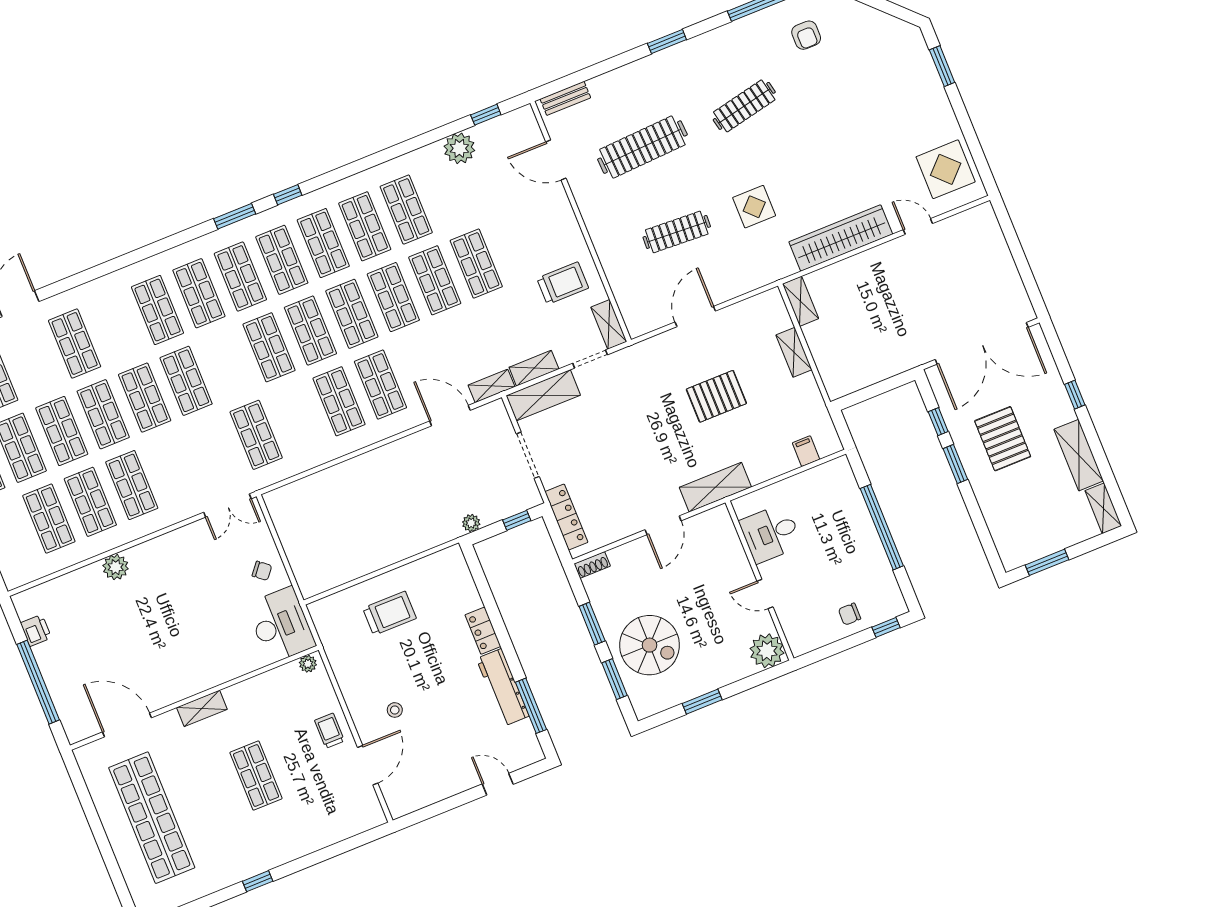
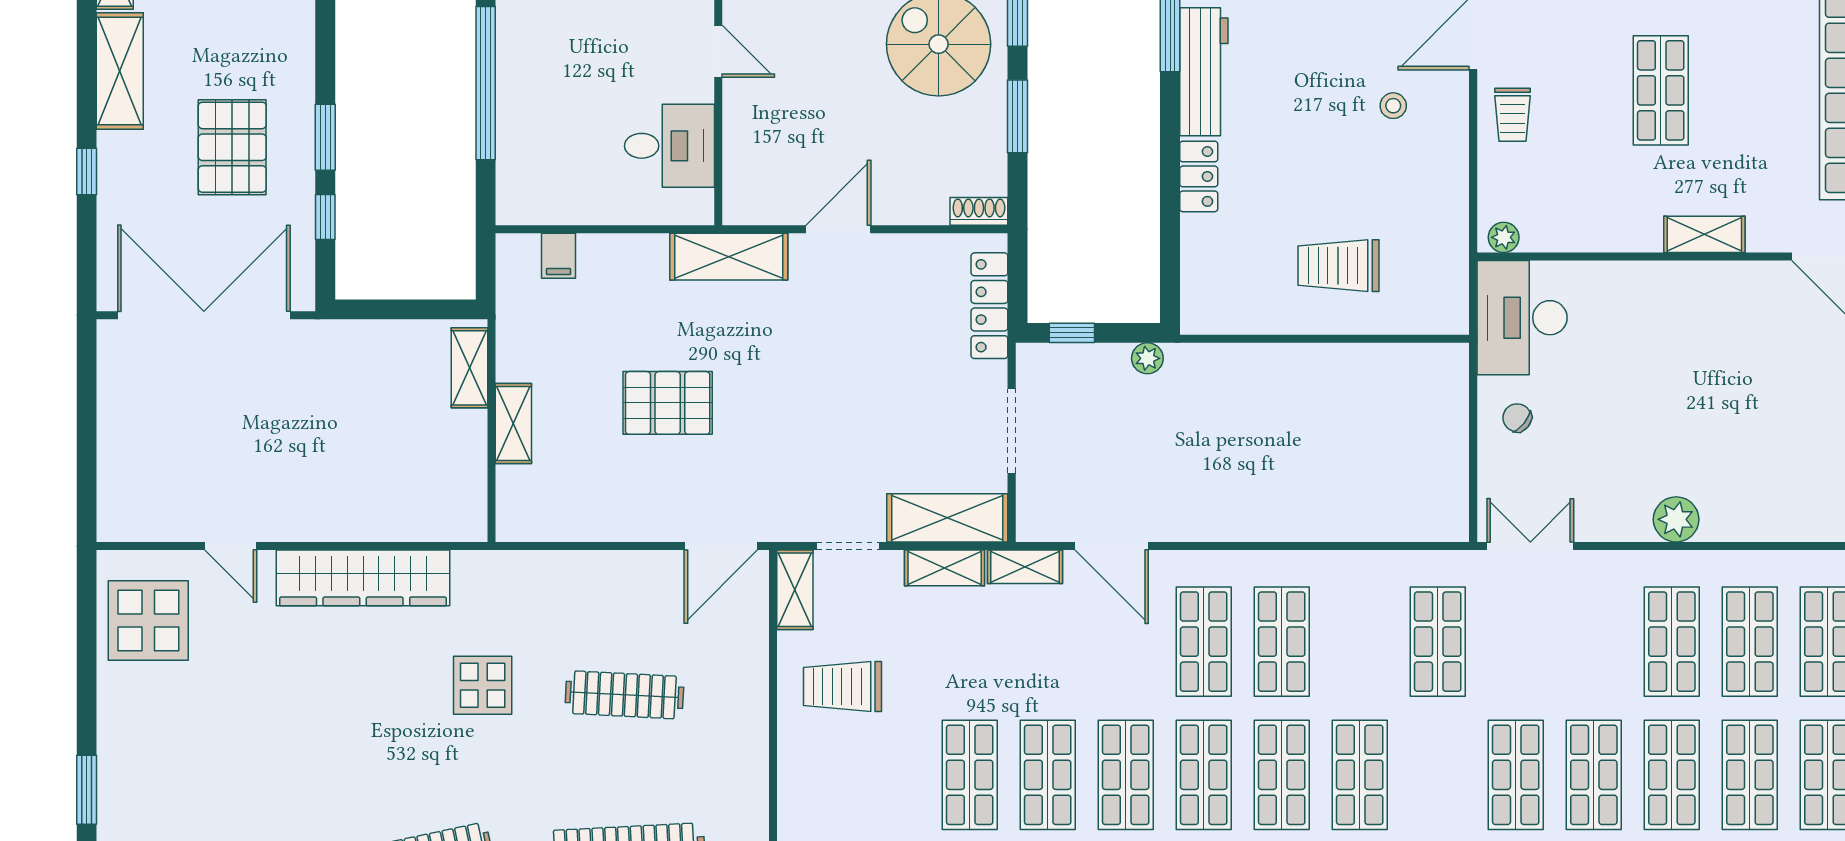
shelving: (800, 301) -> (469, 368), moved
door: (695, 317) -> (721, 546), moved
plant: (116, 567) -> (1676, 519), moved

